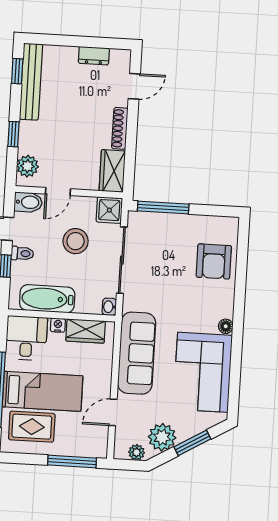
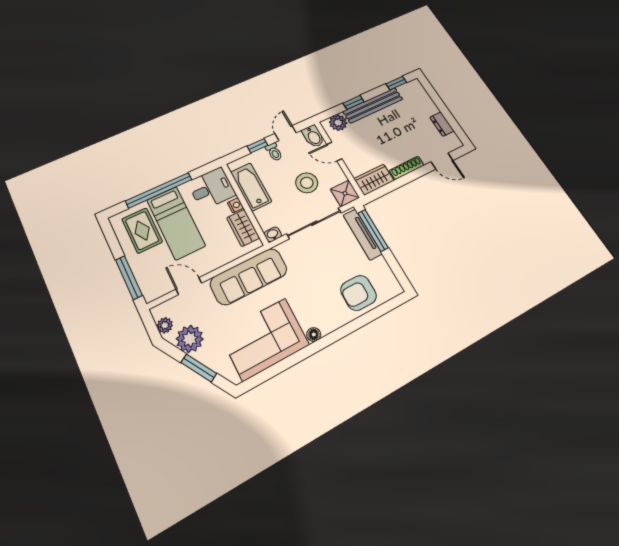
bench: (31, 82) -> (373, 105), moved
tv unit: (161, 220) -> (362, 234), added

